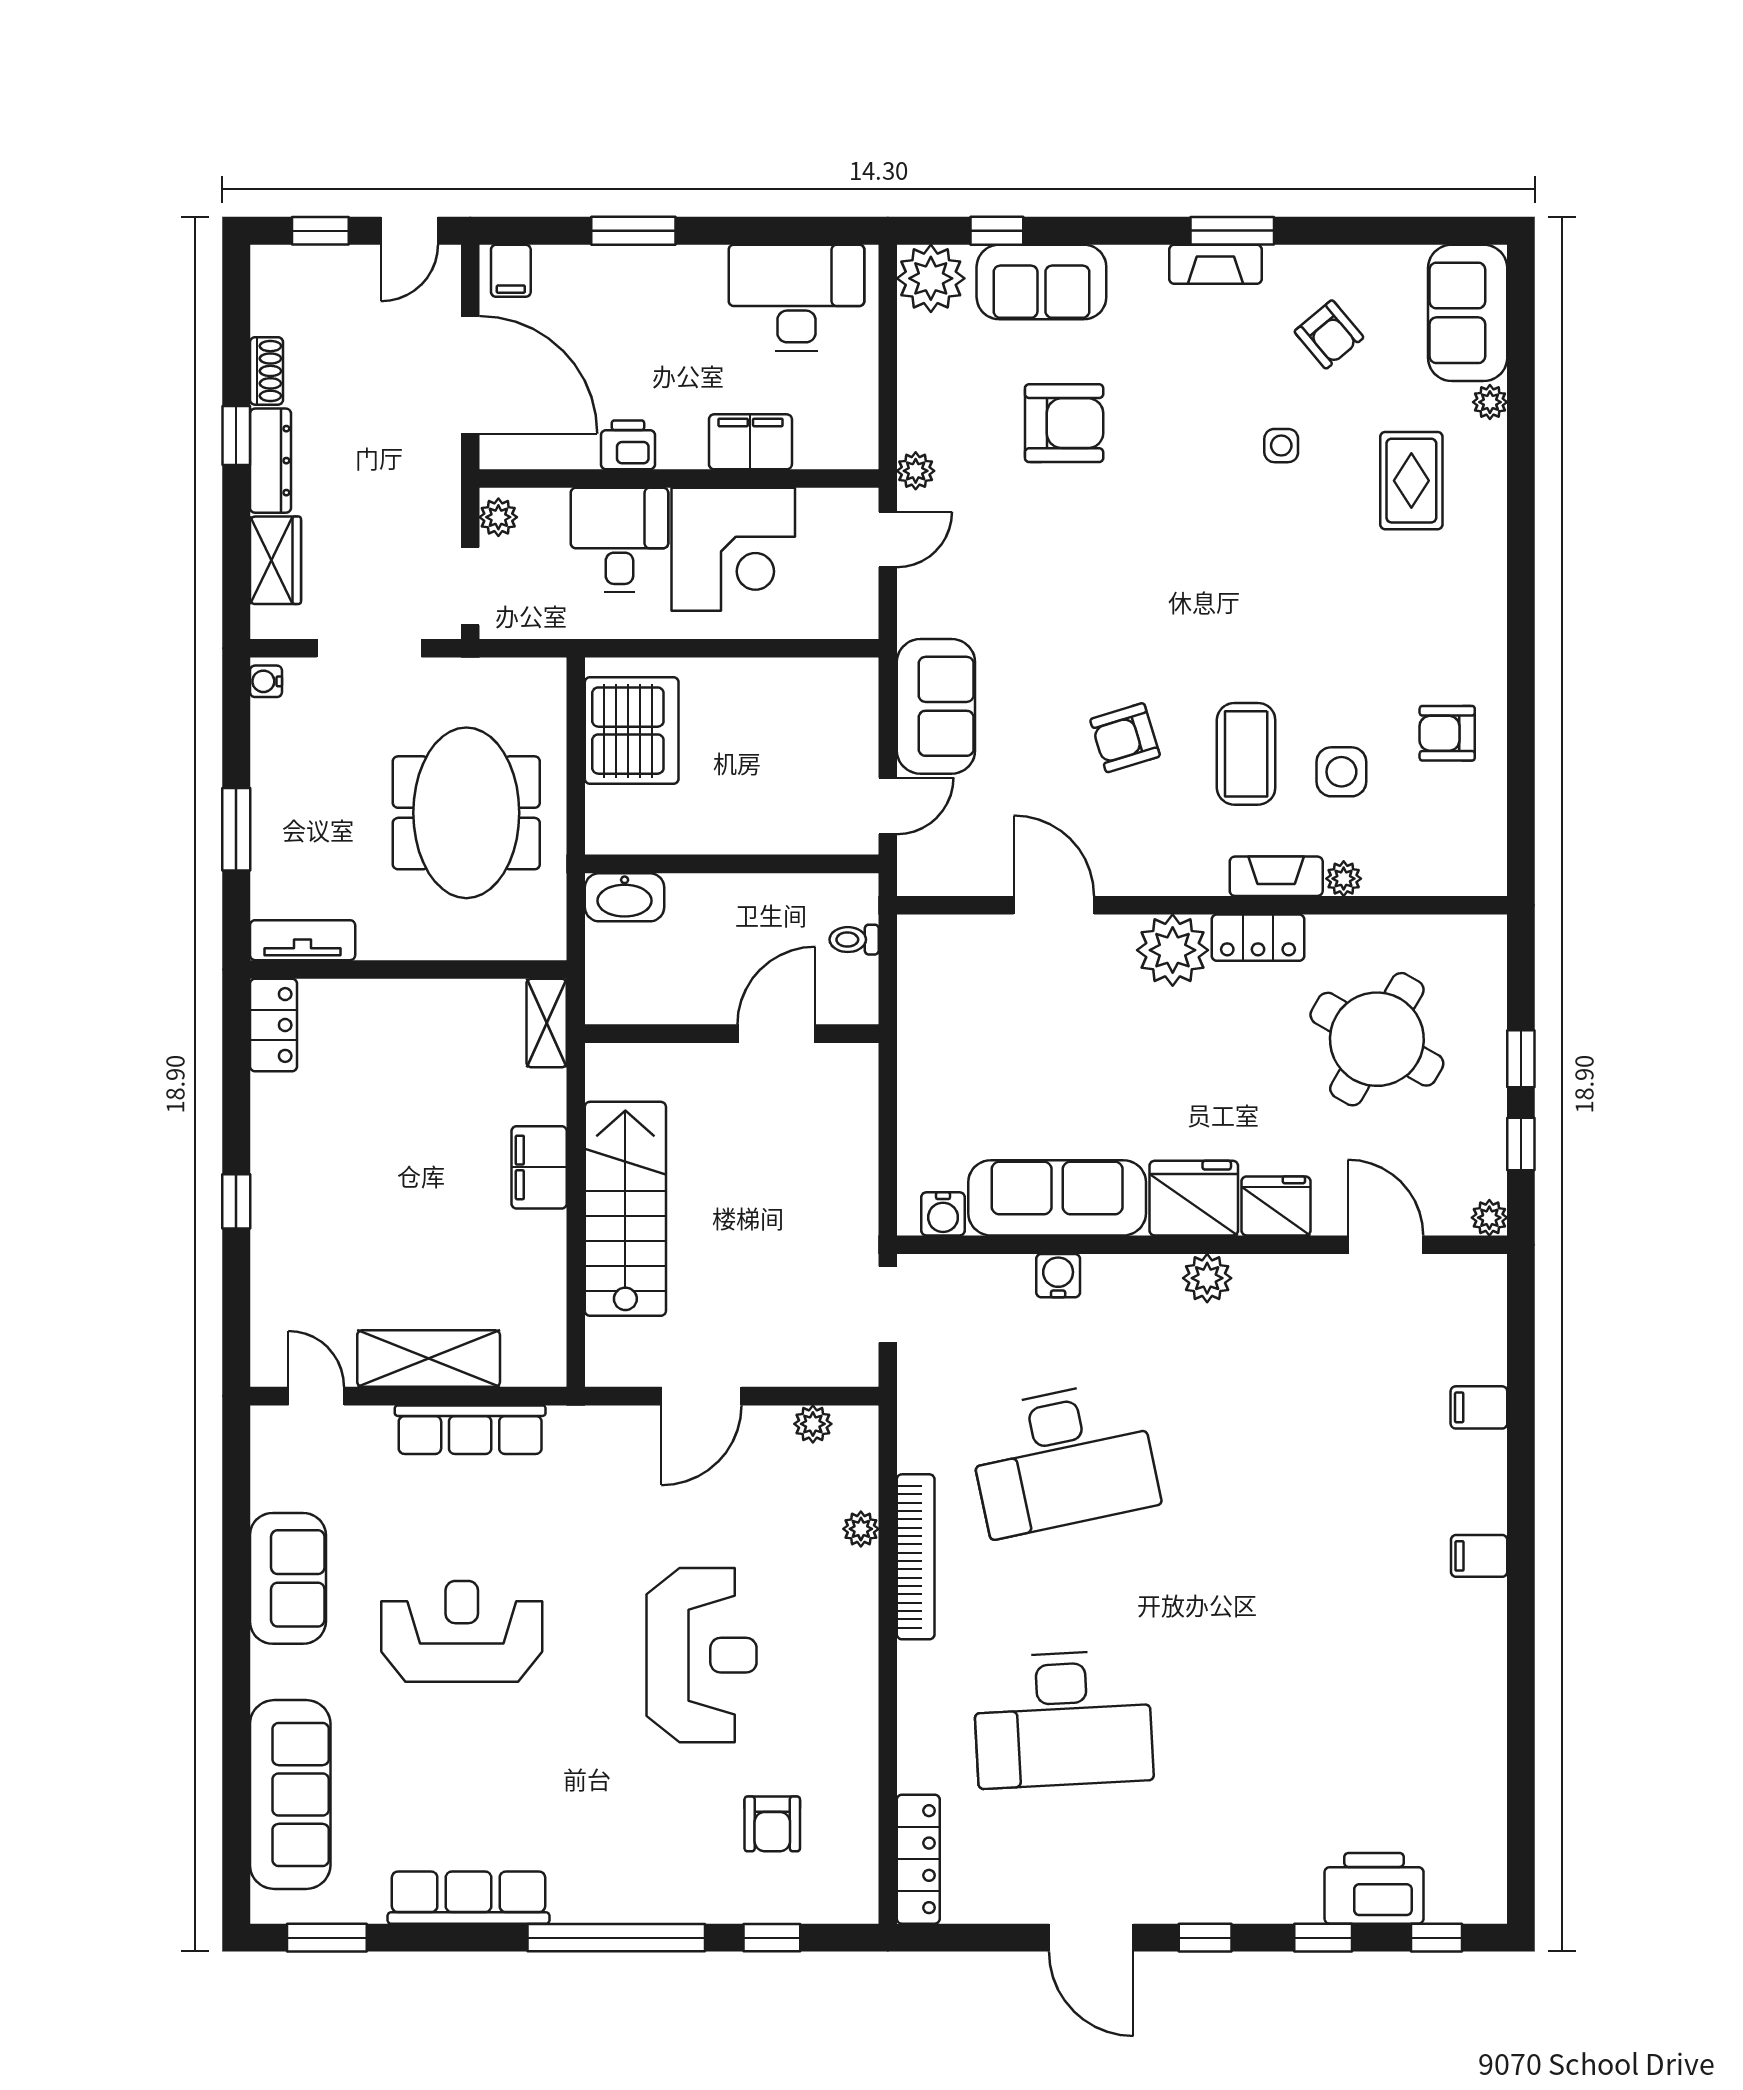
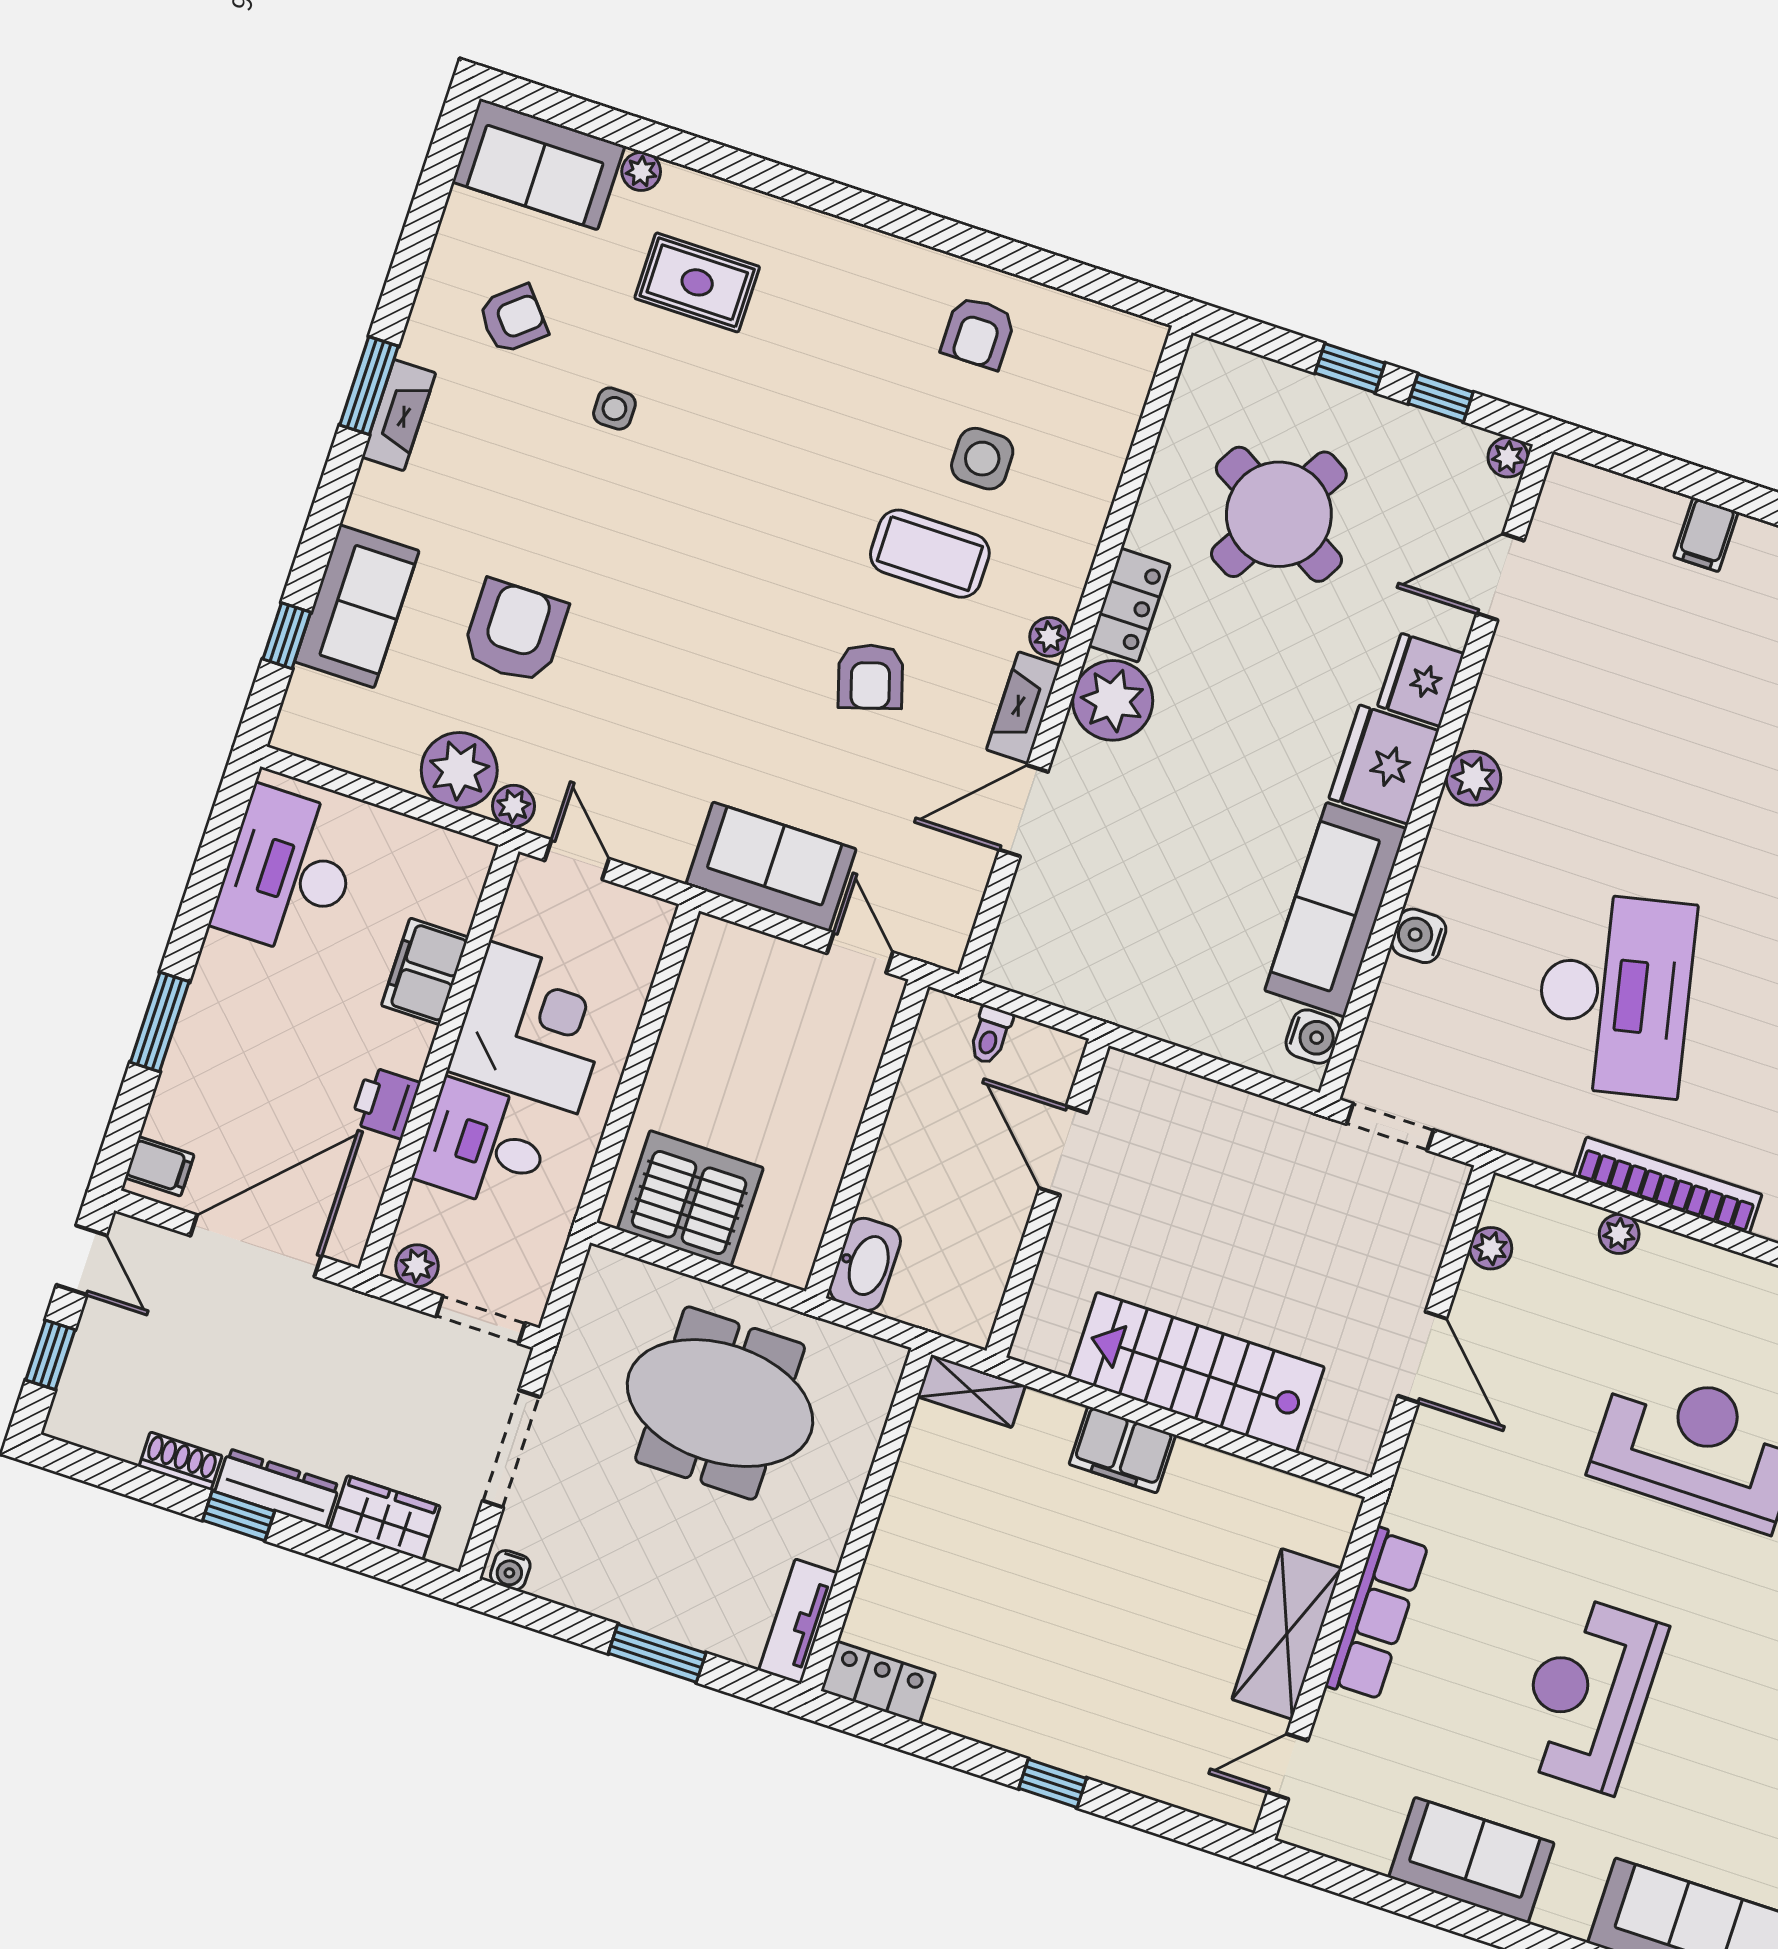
plant: (931, 278) -> (459, 770), moved
fireplace: (1276, 876) -> (1023, 708), moved
plant: (1344, 879) -> (1049, 637), moved

